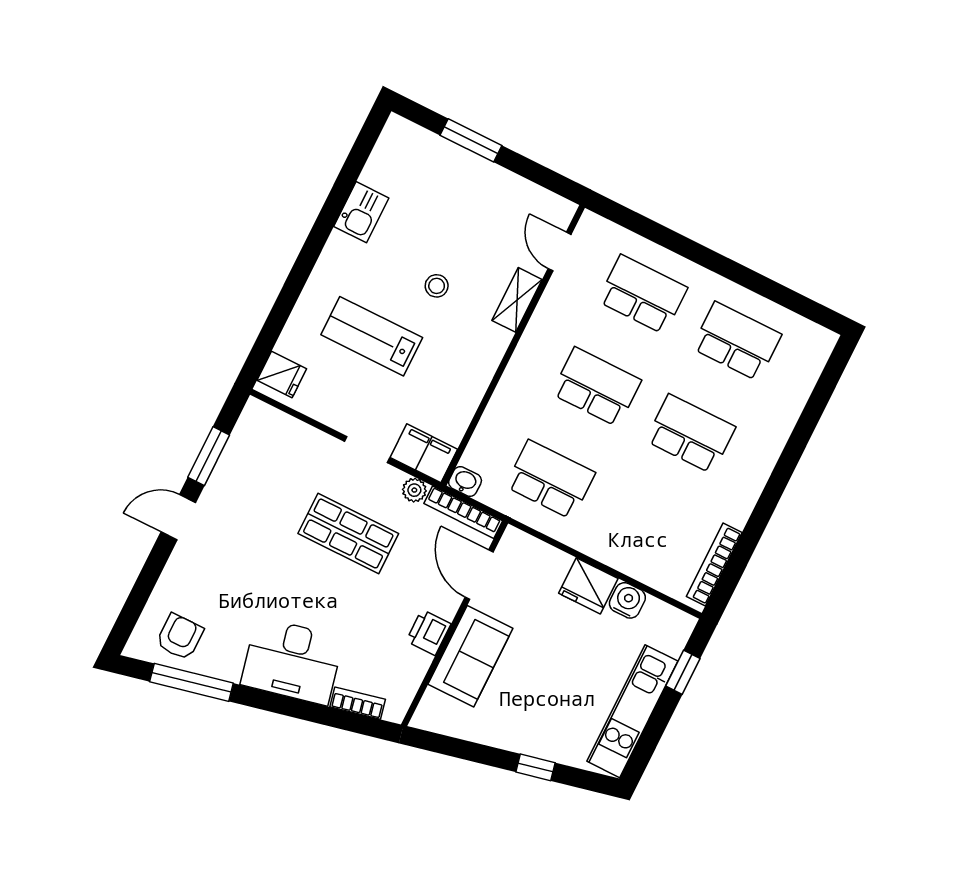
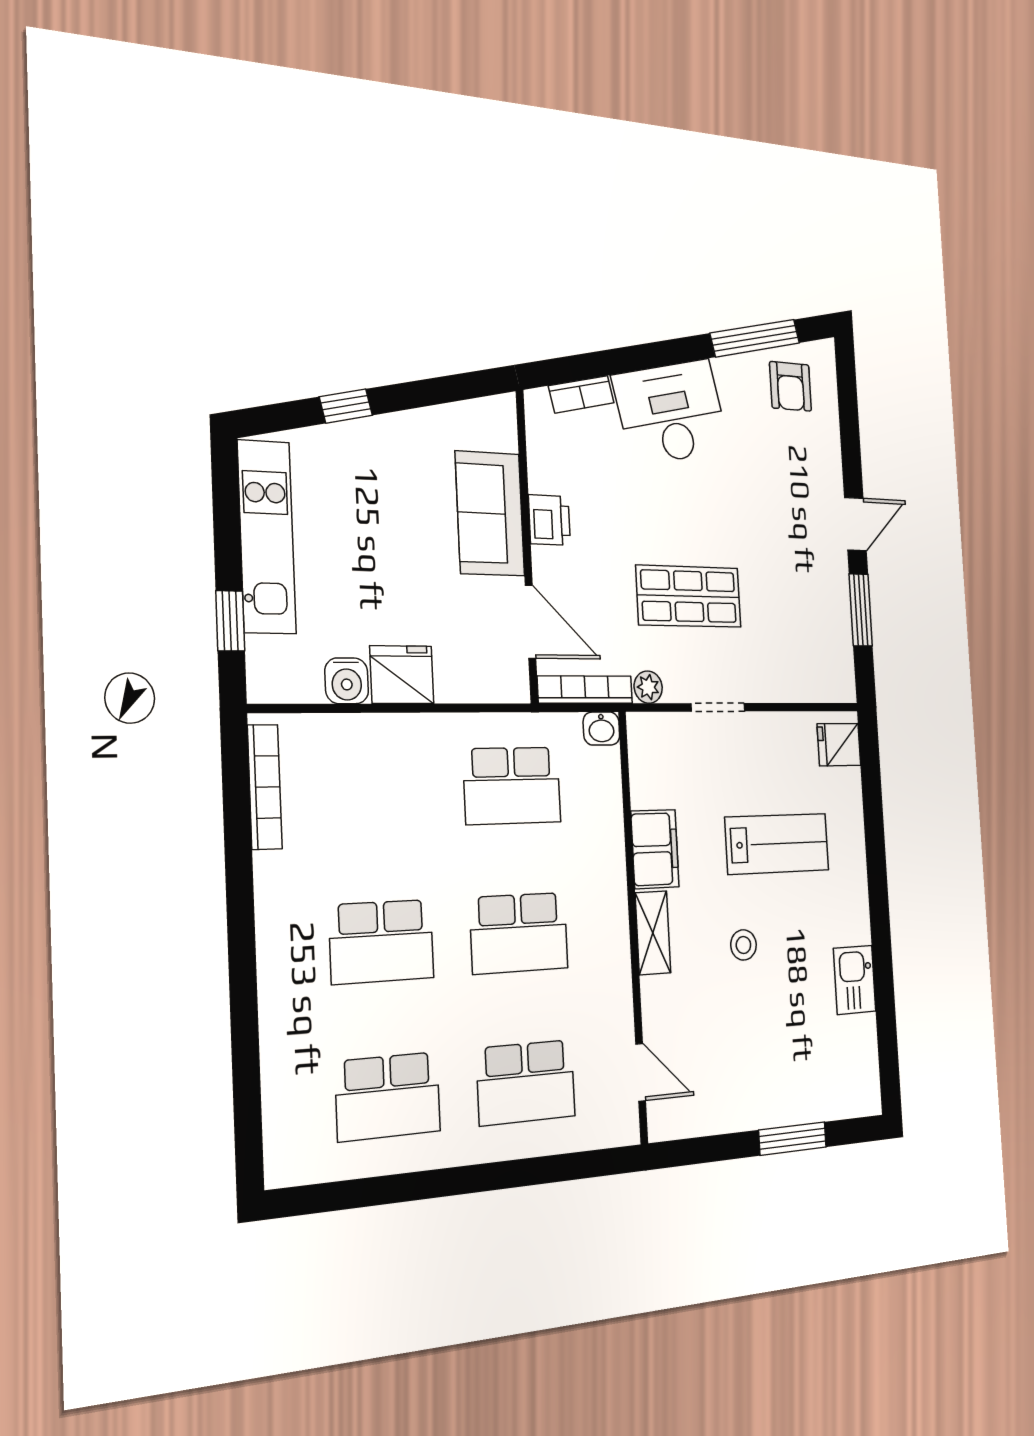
shelving: (517, 300) -> (653, 933), moved
filing cabinet: (424, 453) -> (655, 849), moved, turned -90

